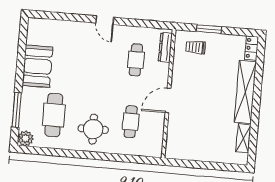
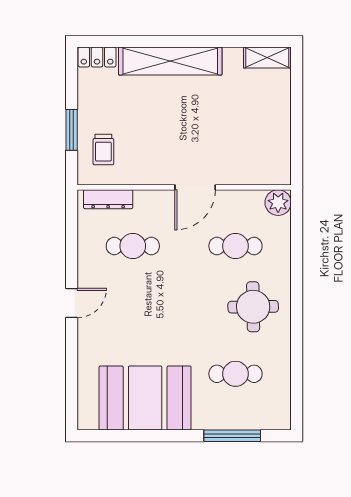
booth: (37, 66) -> (145, 398), width x1.36, depth x1.42
door: (168, 100) -> (195, 187), hinge flipped
cafe table: (54, 115) -> (235, 374), width x0.73, depth x0.74
plant: (25, 138) -> (278, 203), moved
shelving: (243, 138) -> (267, 58), moved

